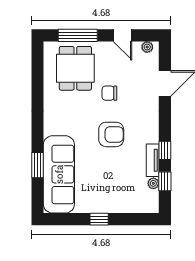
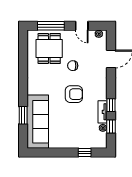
window: (99, 219) -> (85, 153), moved

